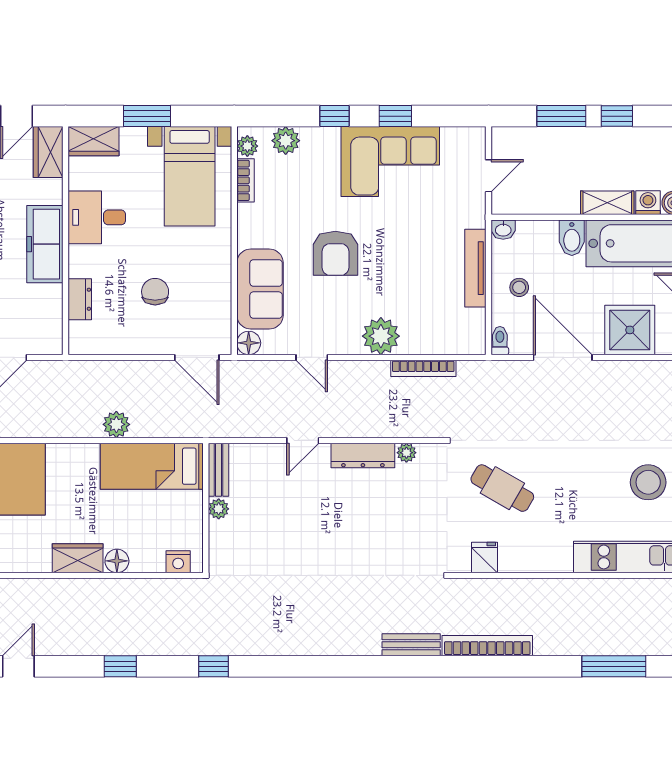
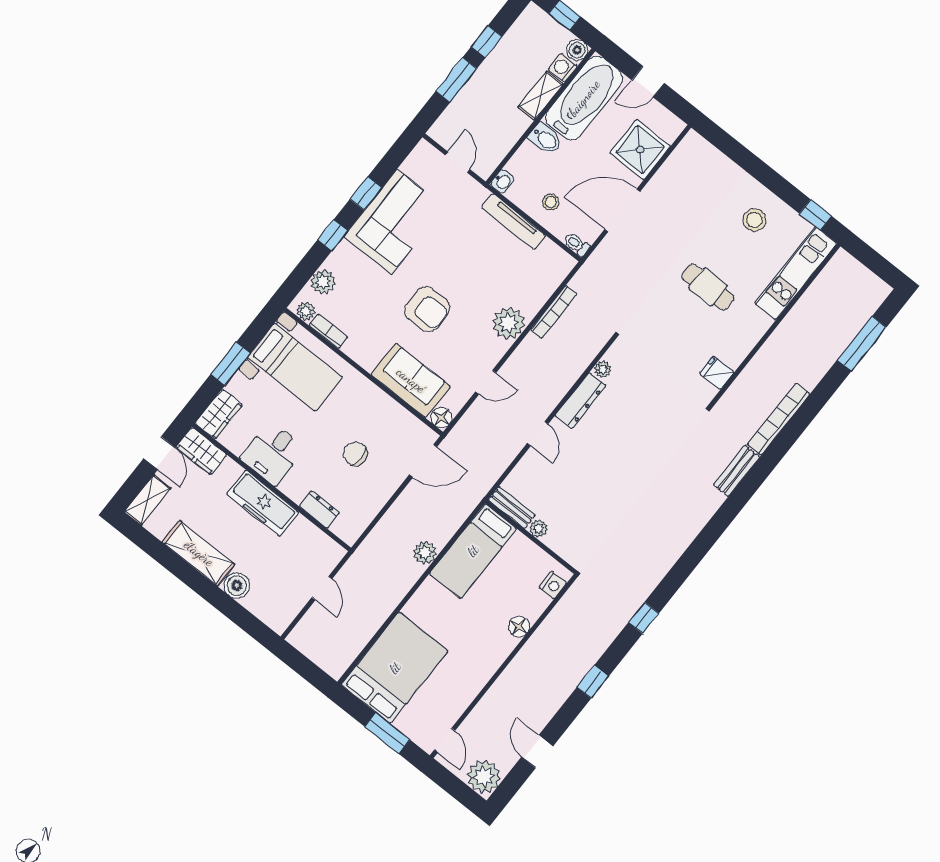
stool: (648, 482) -> (754, 220), width x0.73, depth x0.73
cafe table: (502, 488) -> (708, 287), moved, turned 60
wardrobe: (78, 558) -> (496, 652), removed

